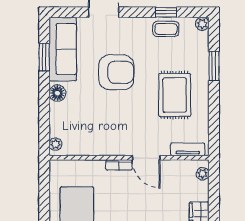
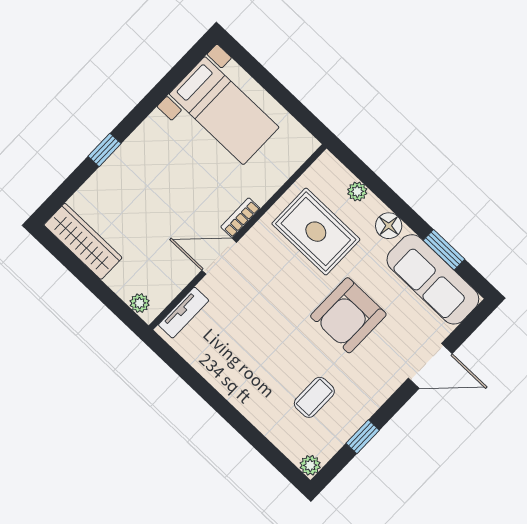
coffee table: (166, 29) -> (314, 397), moved
window: (214, 66) -> (250, 433), removed
rug: (175, 95) -> (316, 232), moved
plant: (55, 144) -> (357, 191), moved

